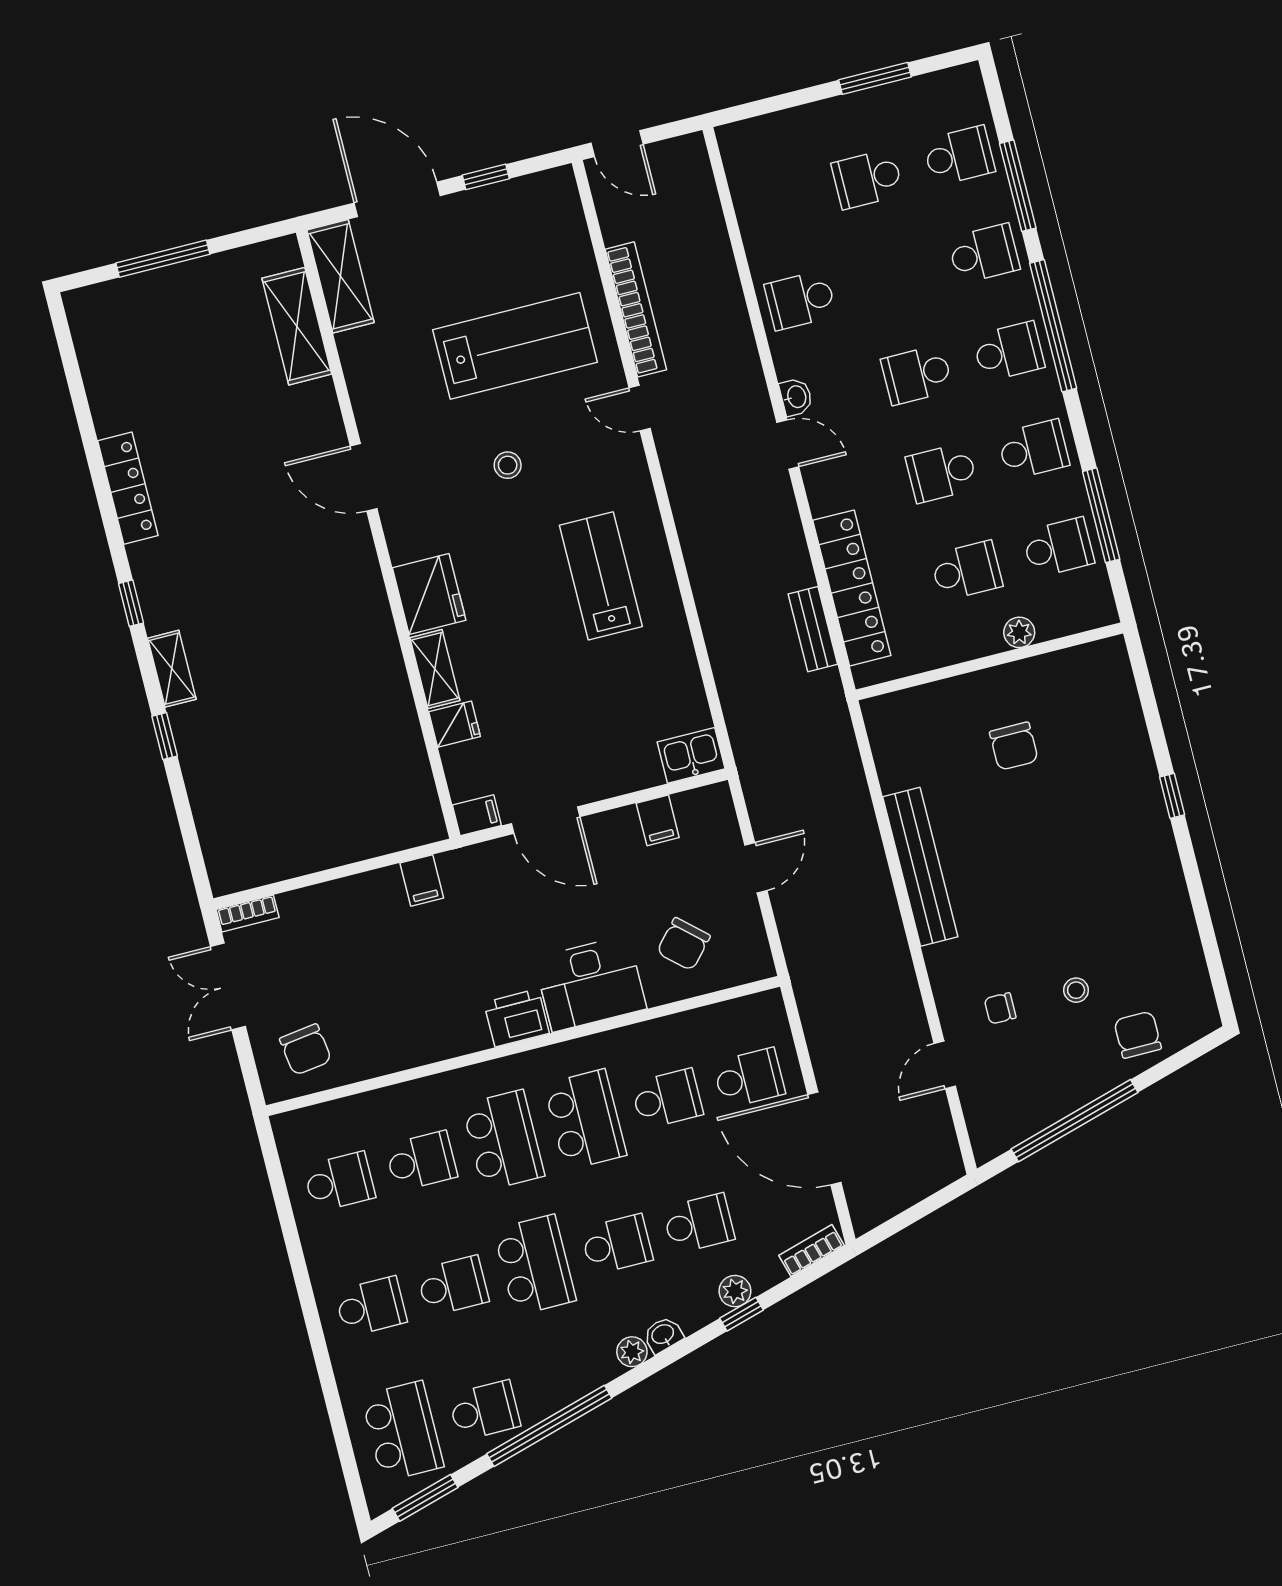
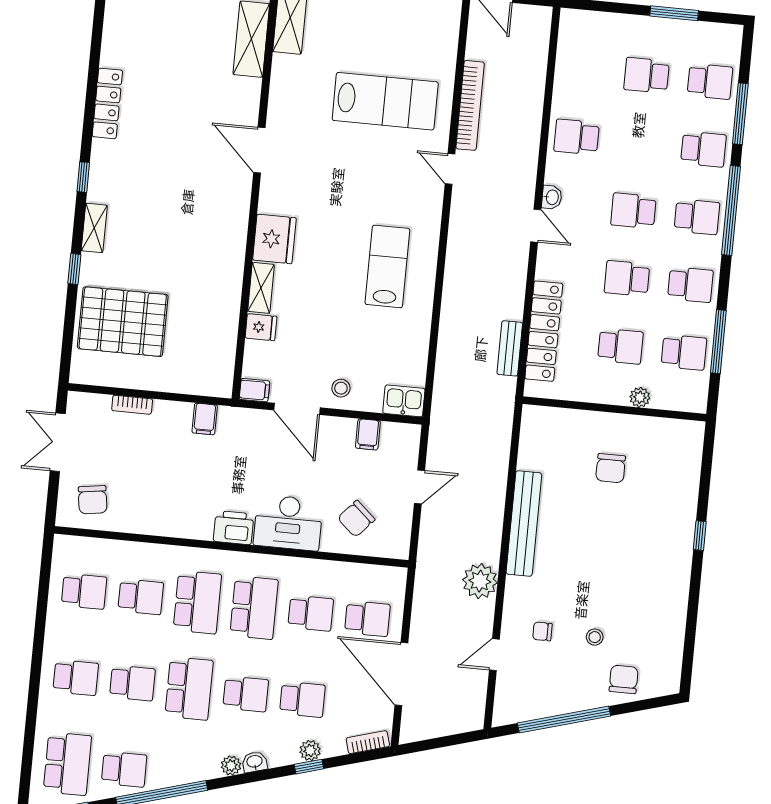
stool: (508, 465) -> (341, 388), moved
pallet: (258, 785) -> (123, 322), added
bookcase: (248, 913) -> (132, 405), moved
plant: (888, 969) -> (480, 581), added

